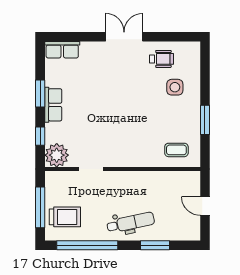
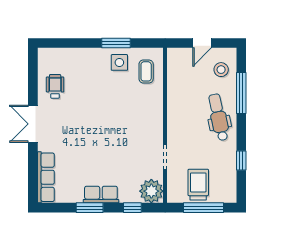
row of seats: (62, 50) -> (46, 177), width x1.48
side table: (175, 87) -> (119, 62), moved
trolley: (65, 217) -> (198, 185), moved
stool: (178, 225) -> (221, 70), added
window: (87, 245) -> (241, 161), width x0.32
window: (155, 245) -> (241, 93), width x1.44

